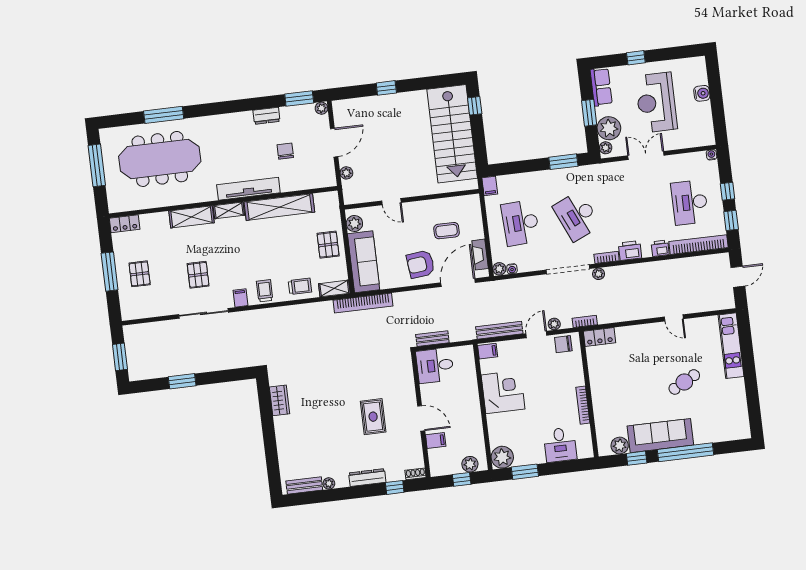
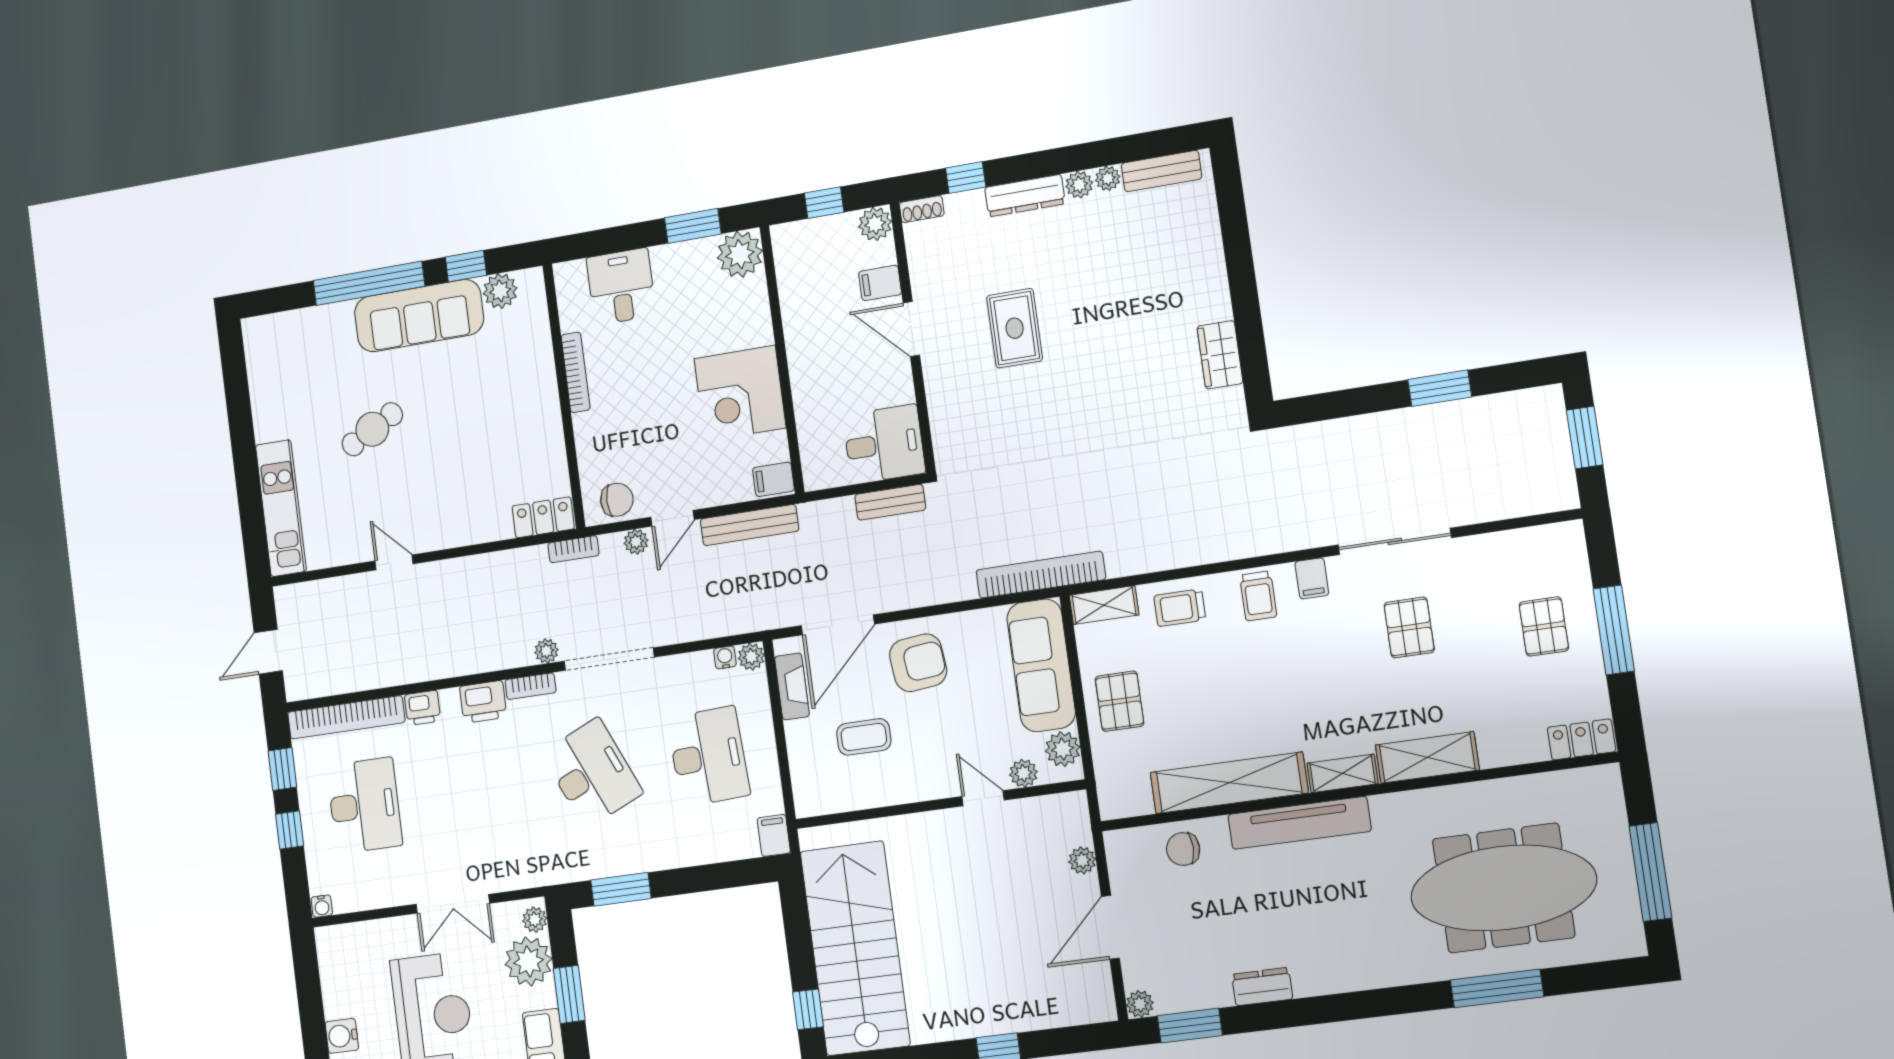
chair: (285, 151) -> (1183, 849), moved, turned 90
plant: (373, 213) -> (1023, 773), added
plant: (470, 464) -> (875, 224), moved
plant: (342, 481) -> (1079, 185), added

